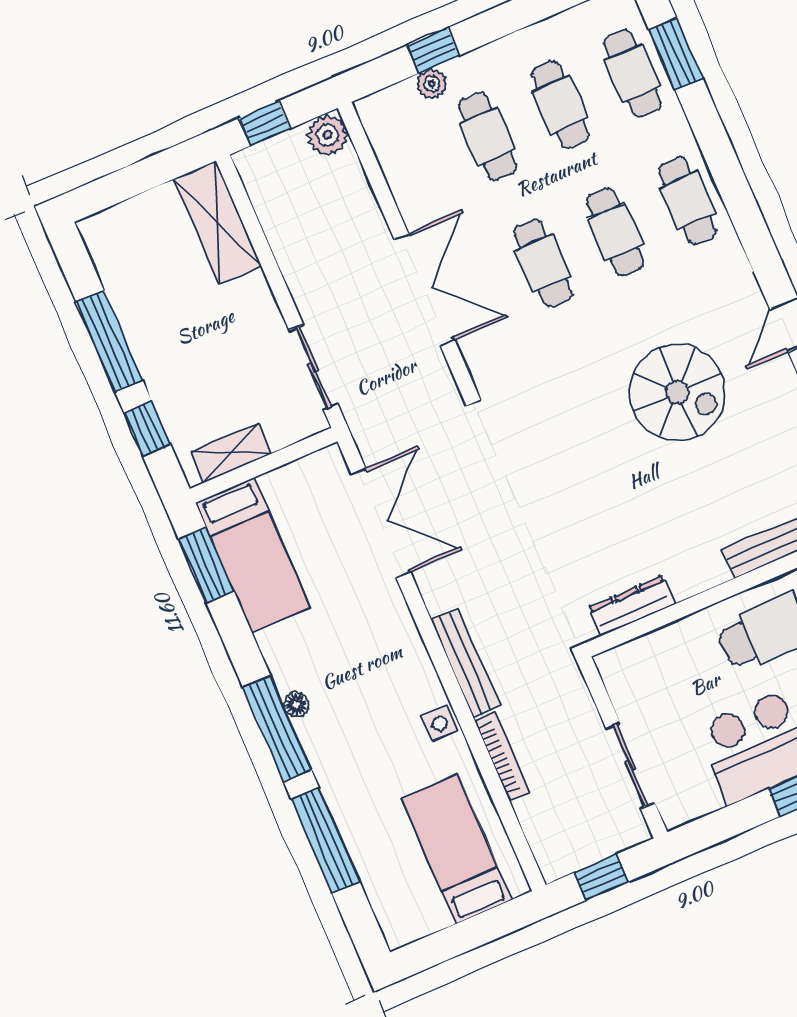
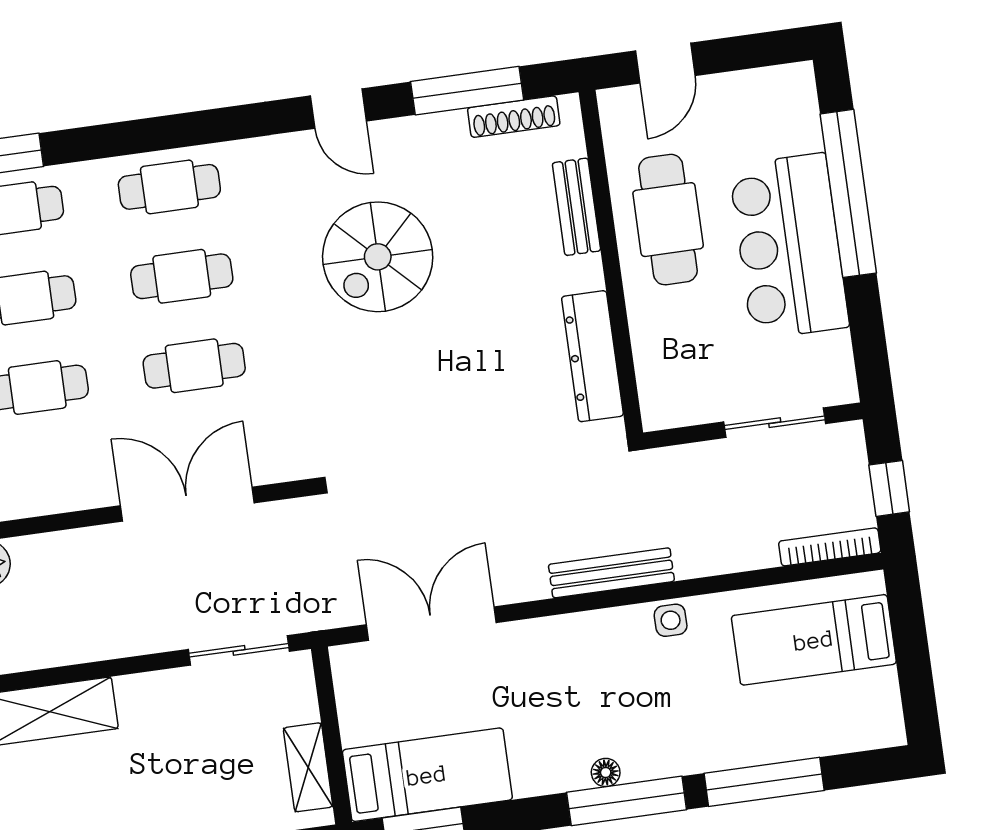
spiral stairs: (677, 392) -> (378, 257), turned 180
dresser: (632, 606) -> (592, 356), width x1.37, depth x1.24
bookcase: (502, 756) -> (830, 547), moved

